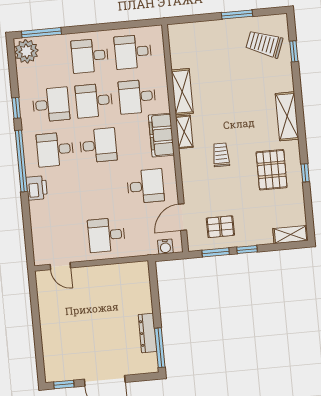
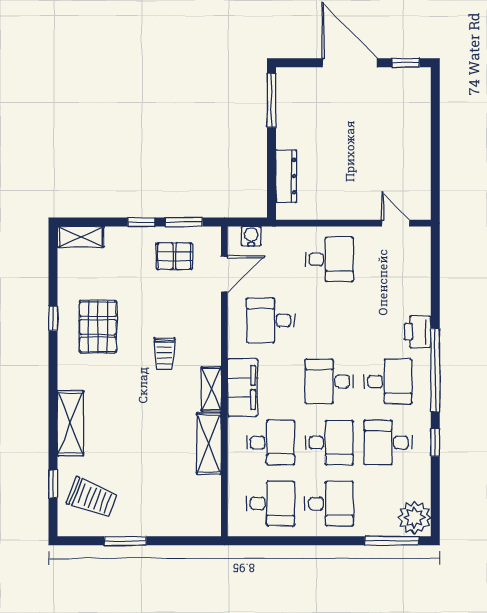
shelving: (287, 116) -> (70, 423), moved
dresser: (148, 333) -> (286, 176), moved

